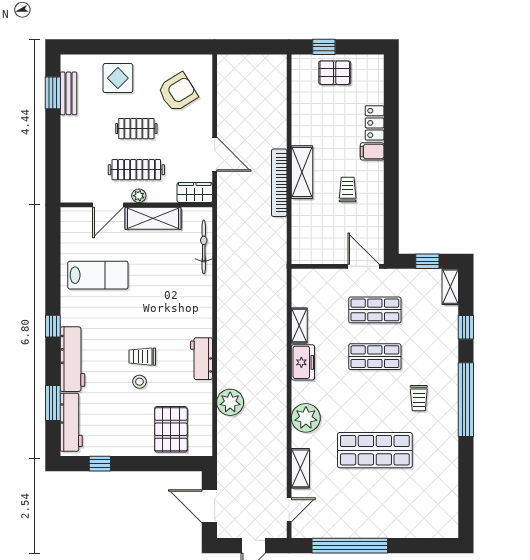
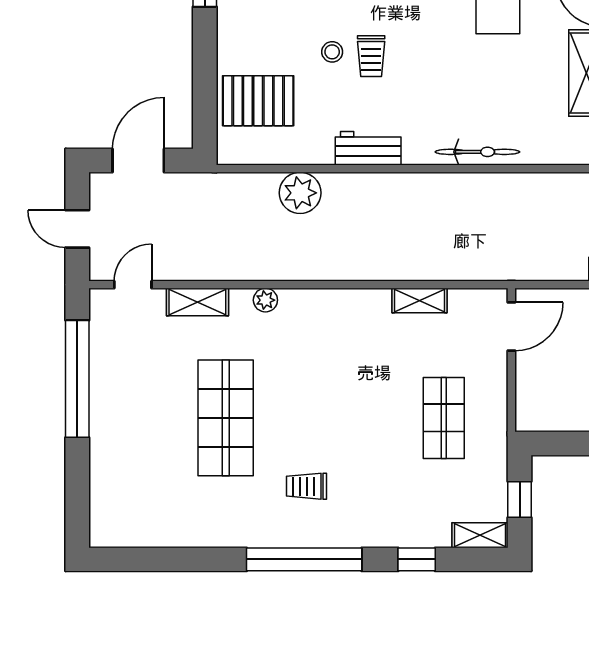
bicycle: (204, 247) -> (477, 152), moved
door: (364, 266) -> (511, 326), moved
trolley: (142, 357) -> (371, 56), turned 180
shop shelf: (375, 357) -> (371, 418), removed
freezer: (303, 362) -> (362, 306), removed
plant: (306, 418) -> (265, 300), width x0.53, depth x0.53
door: (289, 510) -> (133, 285), swing flipped

